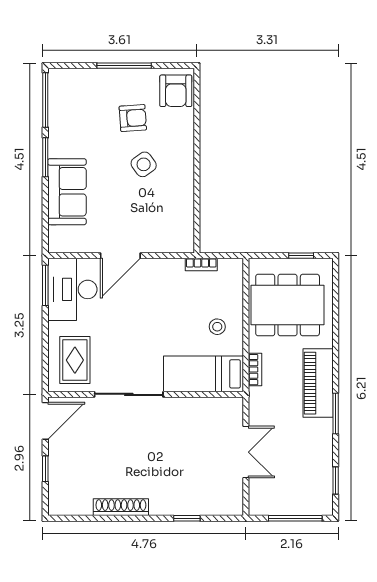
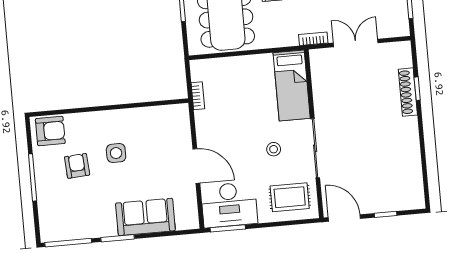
side table: (144, 164) -> (116, 153), turned 36
stool: (217, 327) -> (274, 149), moved
bookcase: (255, 370) -> (313, 39), moved
shoe rack: (121, 507) -> (408, 92), moved

